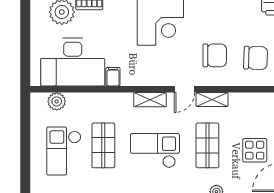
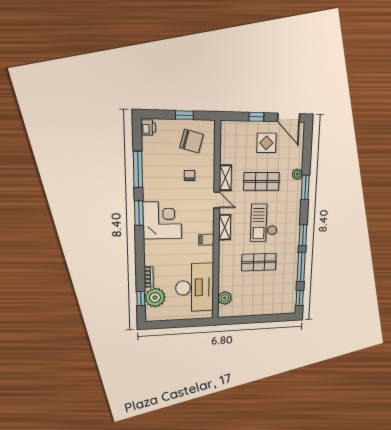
chair: (215, 55) -> (189, 175), width x0.54, depth x0.54
chair: (256, 58) -> (192, 141), turned 103
filing cabinet: (113, 77) -> (206, 240), moved
checkout: (64, 151) -> (262, 291), removed

